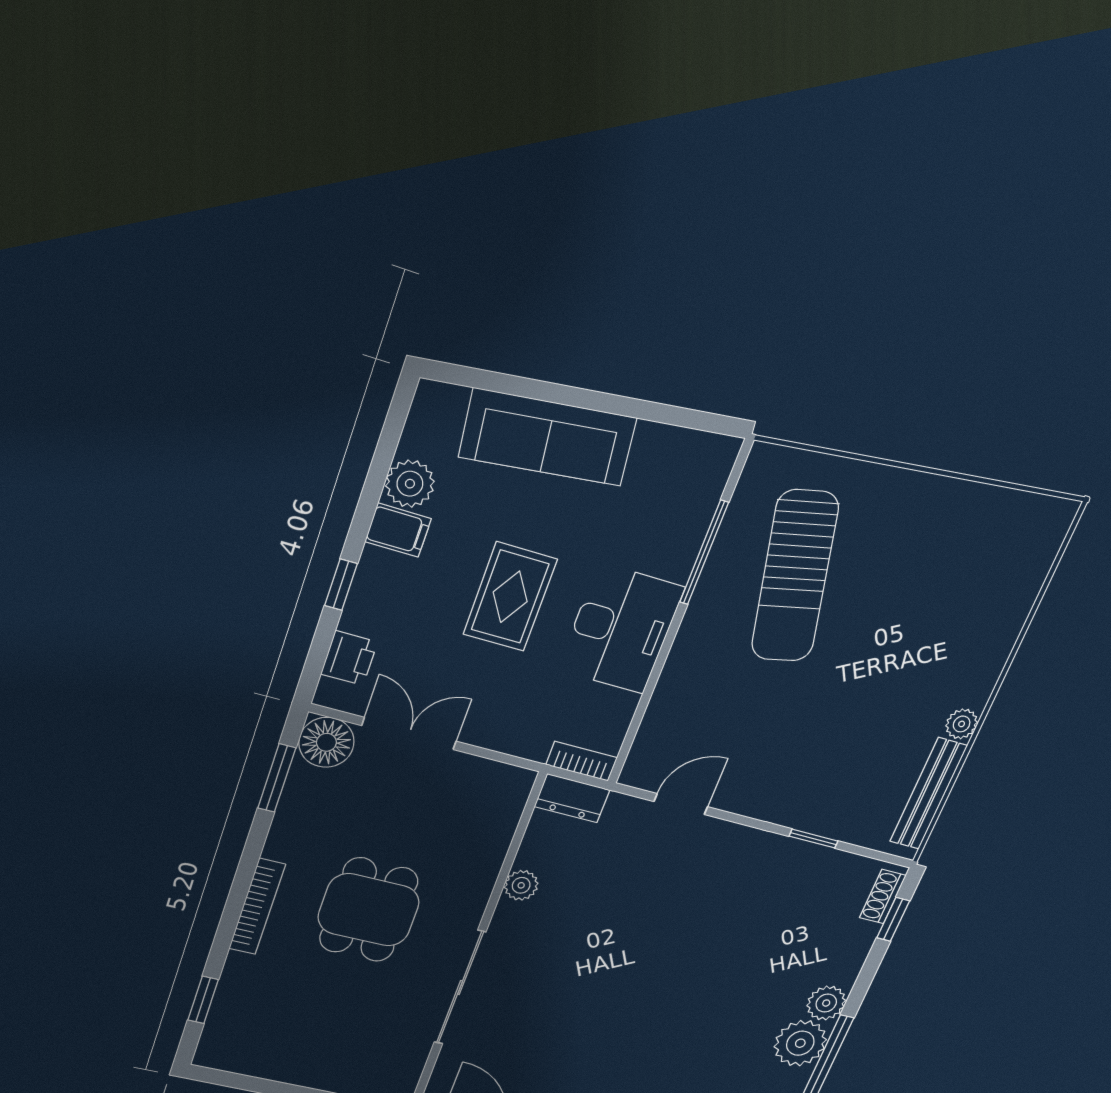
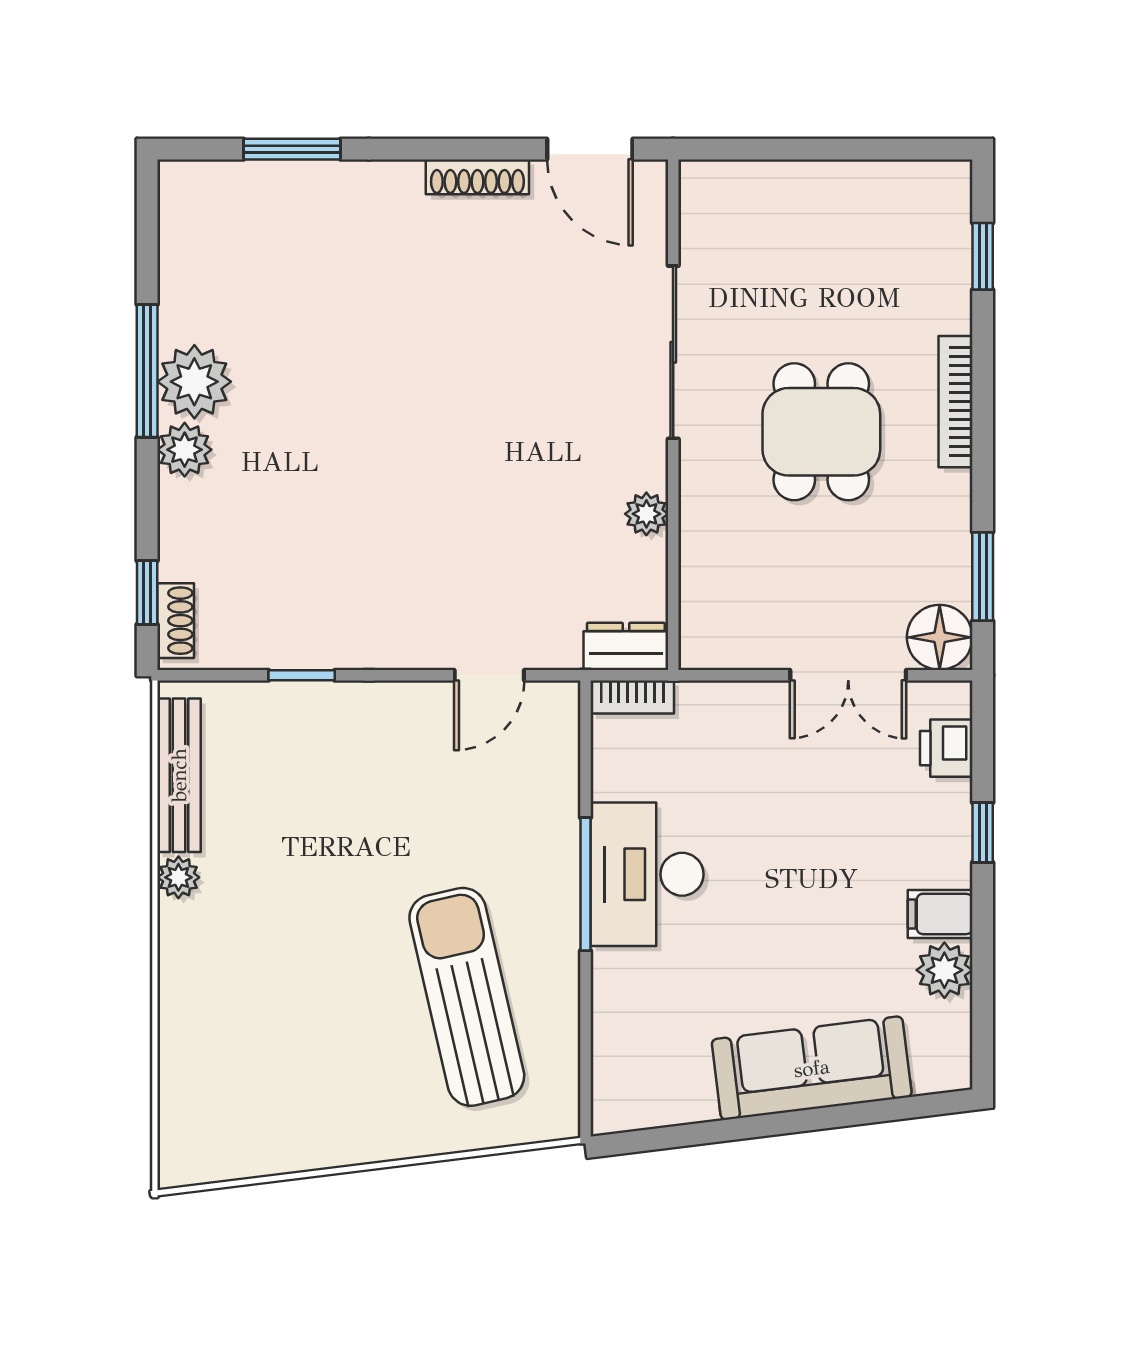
window: (704, 553) -> (586, 884), moved
rug: (510, 597) -> (789, 874), removed

